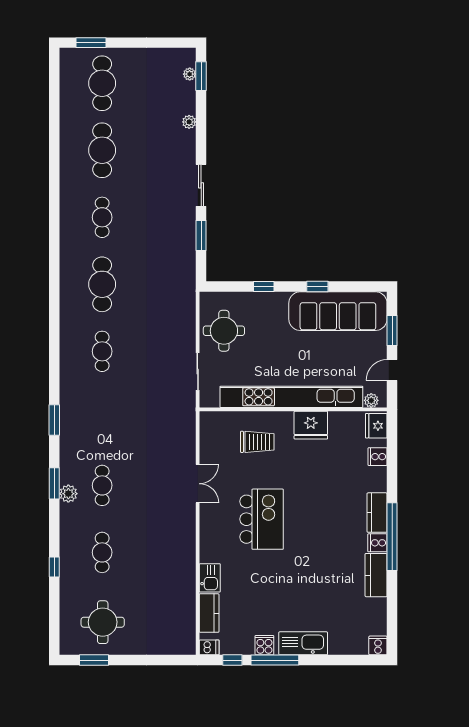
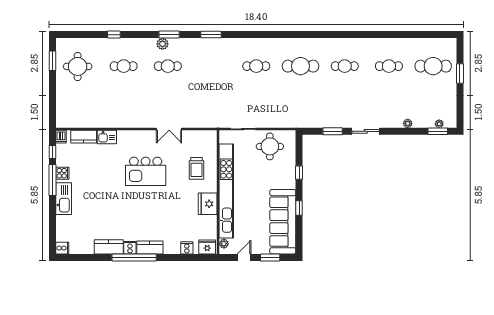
window: (91, 43) -> (460, 73), moved
cafe table: (102, 150) -> (389, 66), width x0.73, depth x0.74
door: (392, 370) -> (244, 257), hinge flipped

